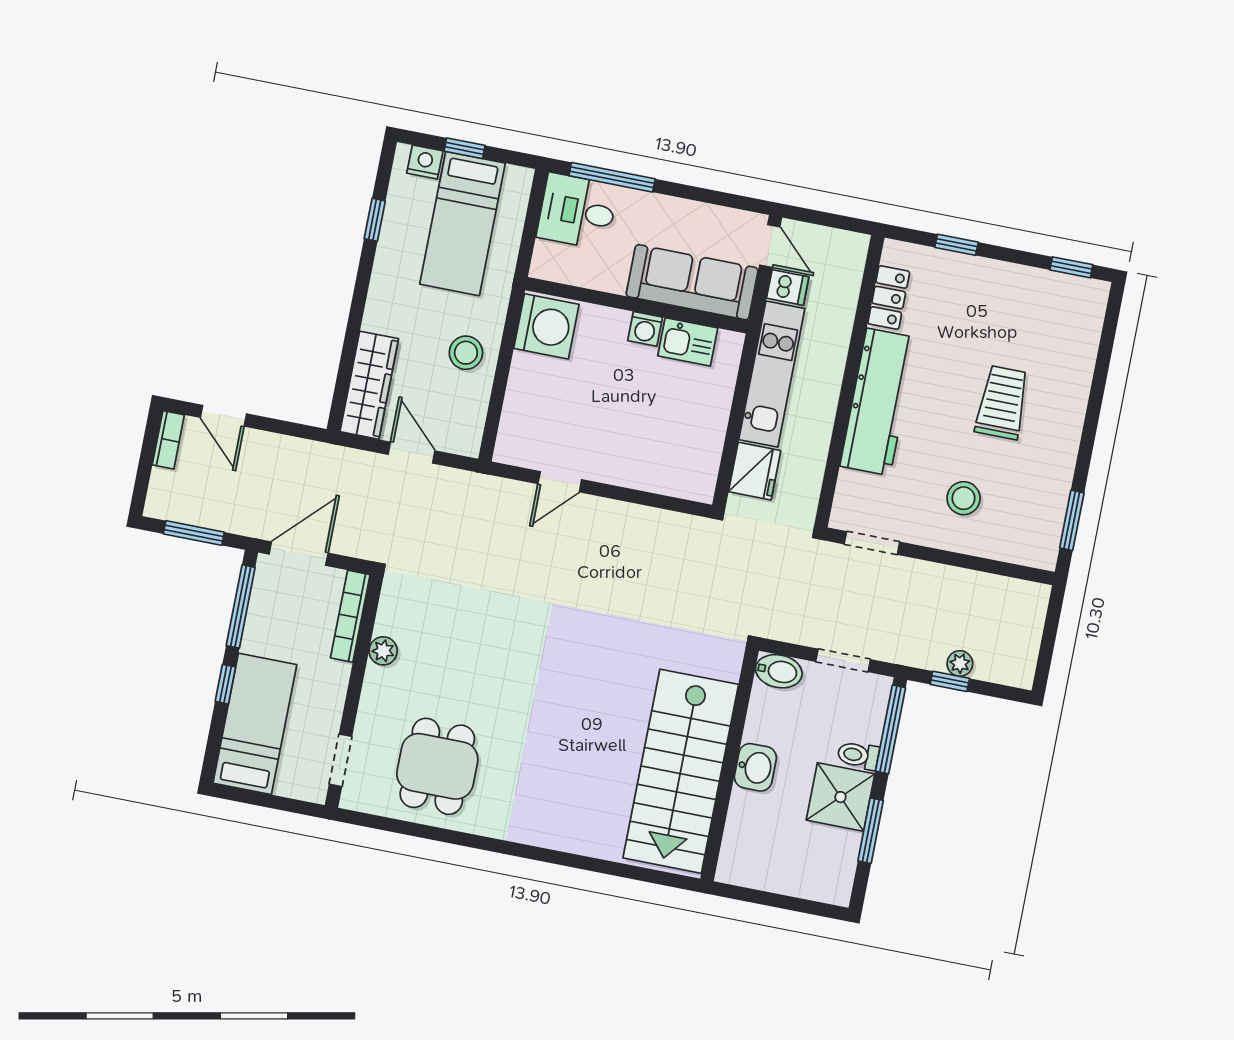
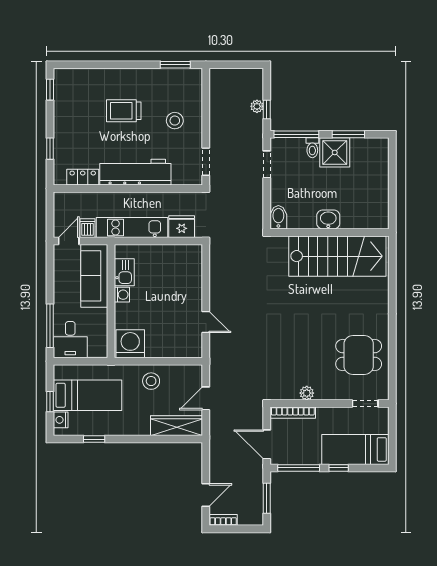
bidet: (779, 671) -> (278, 217), moved
wall: (730, 765) -> (329, 232), moved
washbasin: (755, 767) -> (328, 219), moved
stairs: (681, 771) -> (337, 256), moved

